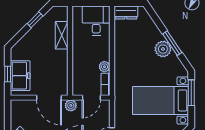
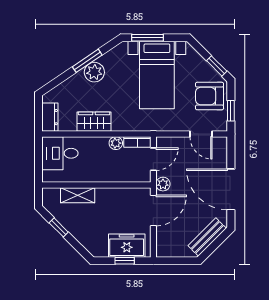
wardrobe: (122, 49) -> (94, 122), added
door: (91, 98) -> (153, 159), hinge flipped

